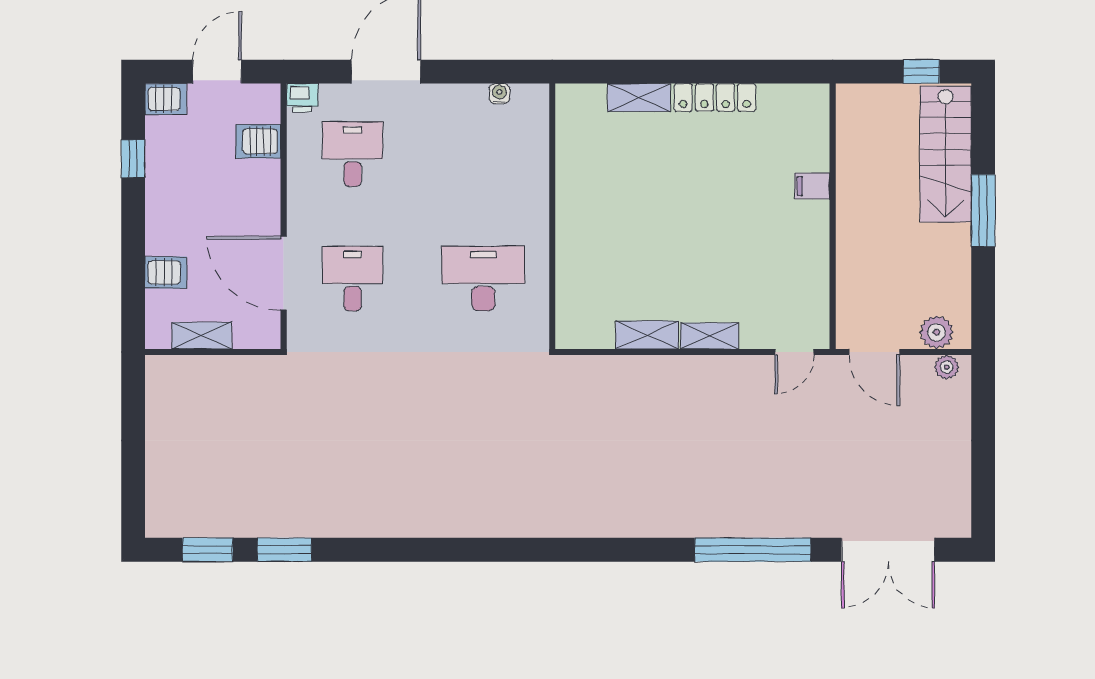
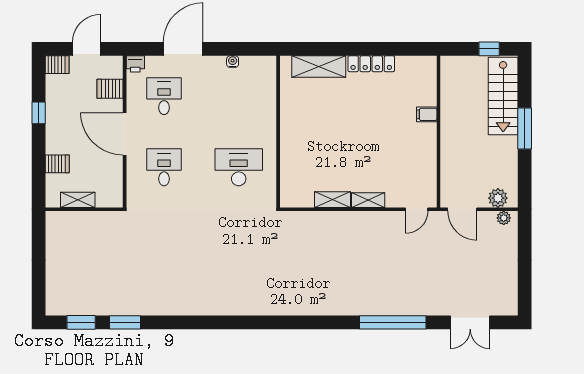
water cooler: (499, 94) -> (233, 62), moved
shelving: (639, 98) -> (319, 67), width x1.50, depth x1.33
window: (133, 159) -> (39, 113), moved
door: (284, 273) -> (125, 134), moved
double door: (888, 550) -> (470, 322), width x0.73

